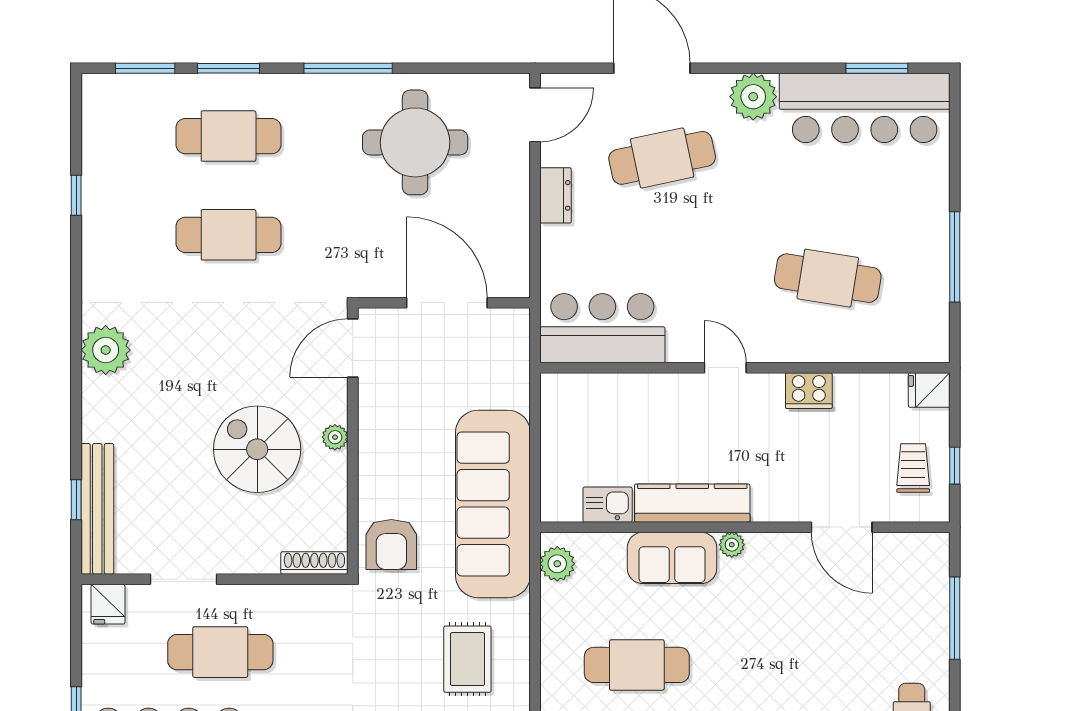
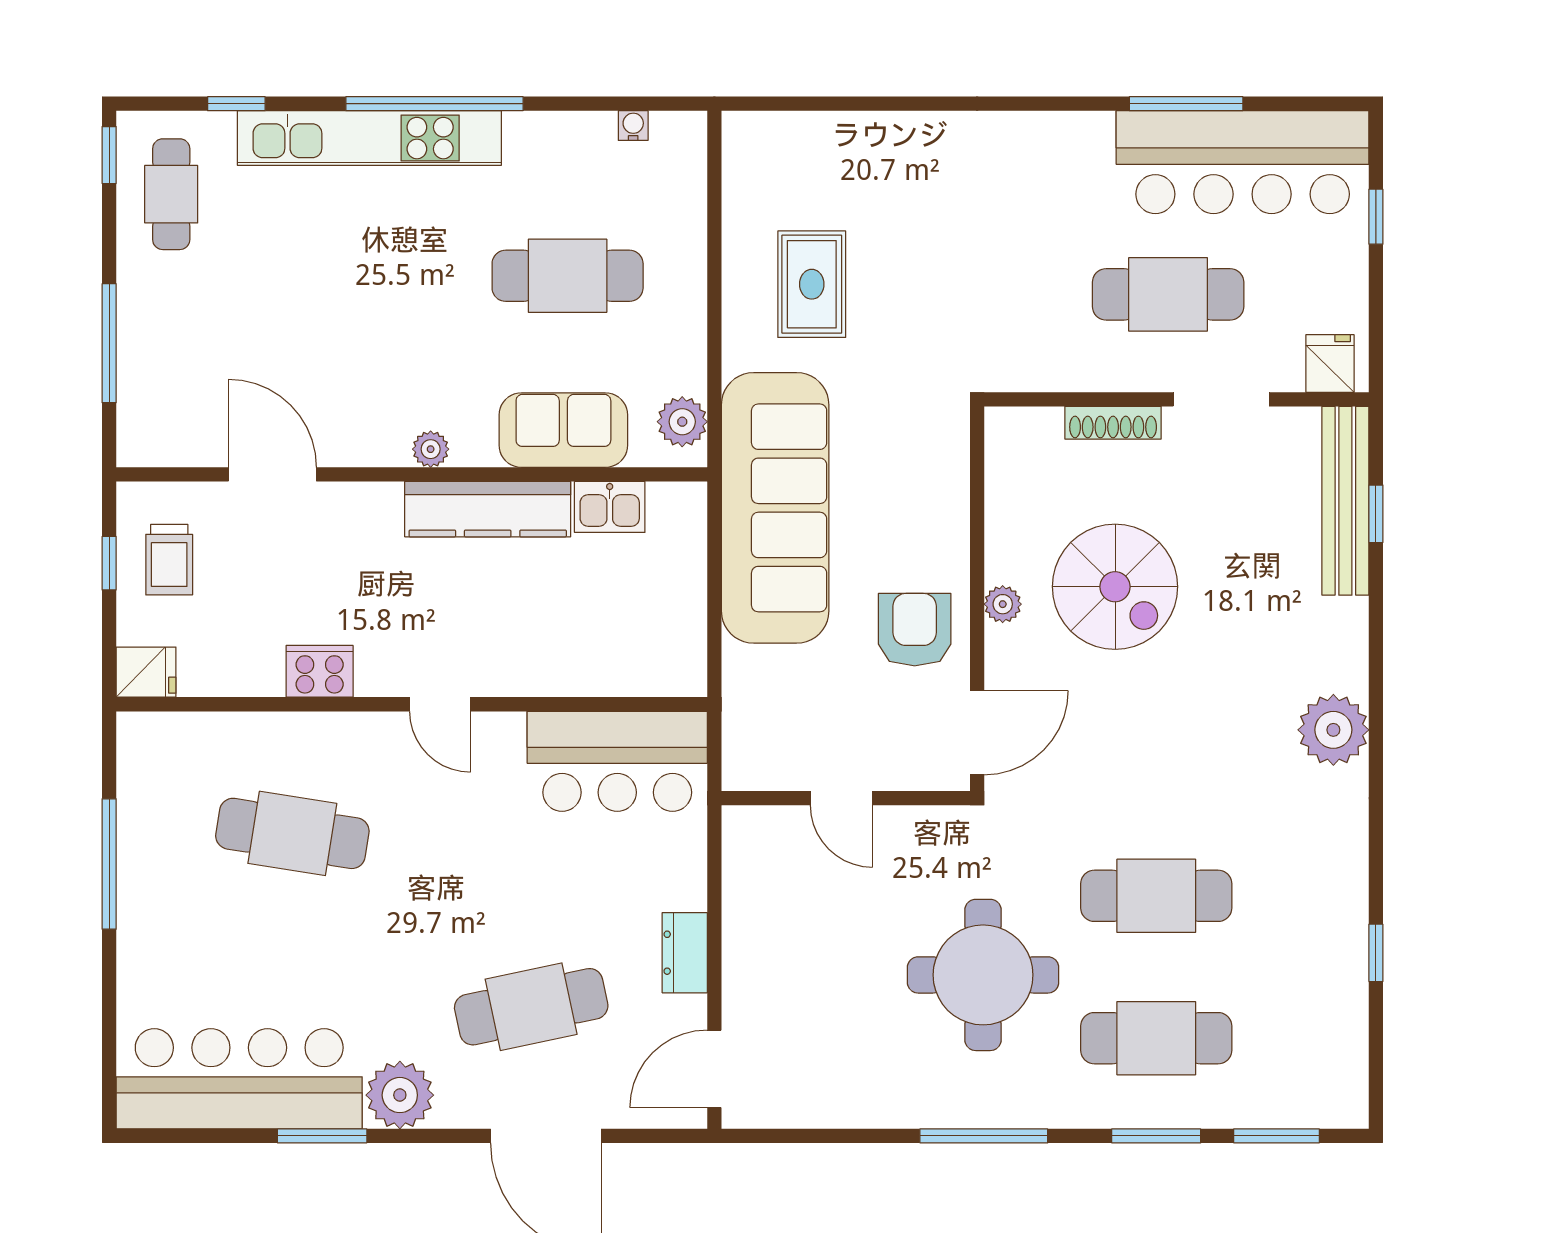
window: (877, 68) -> (322, 1136), moved
round table: (415, 142) -> (983, 975), moved
door: (447, 303) -> (841, 798), width x0.53
armchair: (391, 544) -> (915, 630), moved
sofa: (672, 558) -> (563, 430), moved
shoe rack: (314, 563) -> (1113, 423), moved

